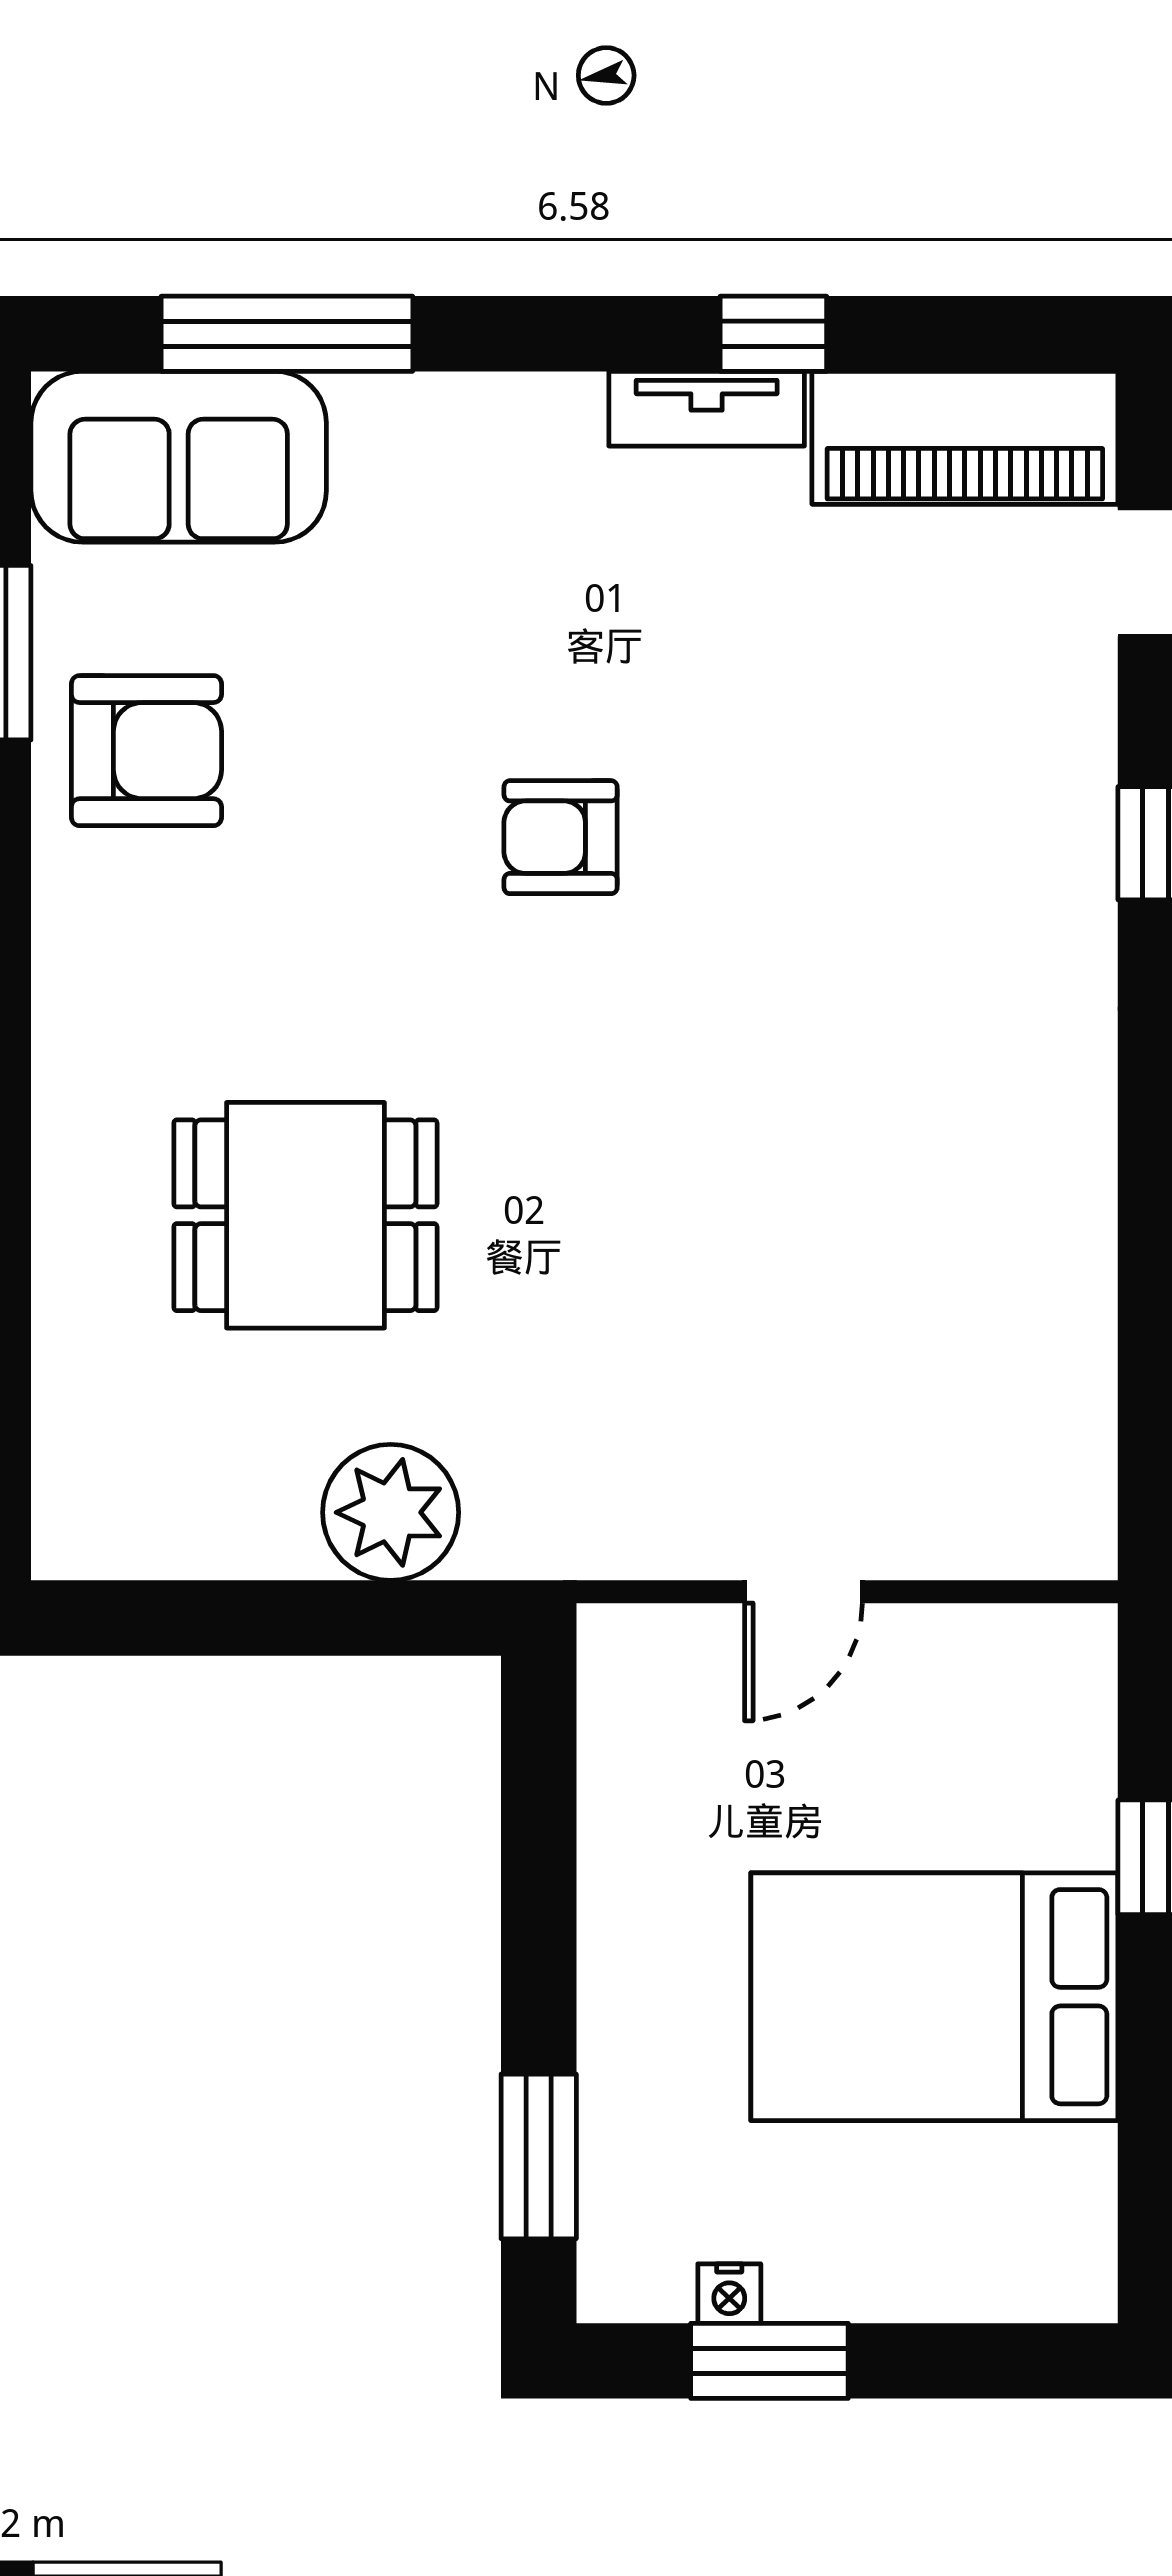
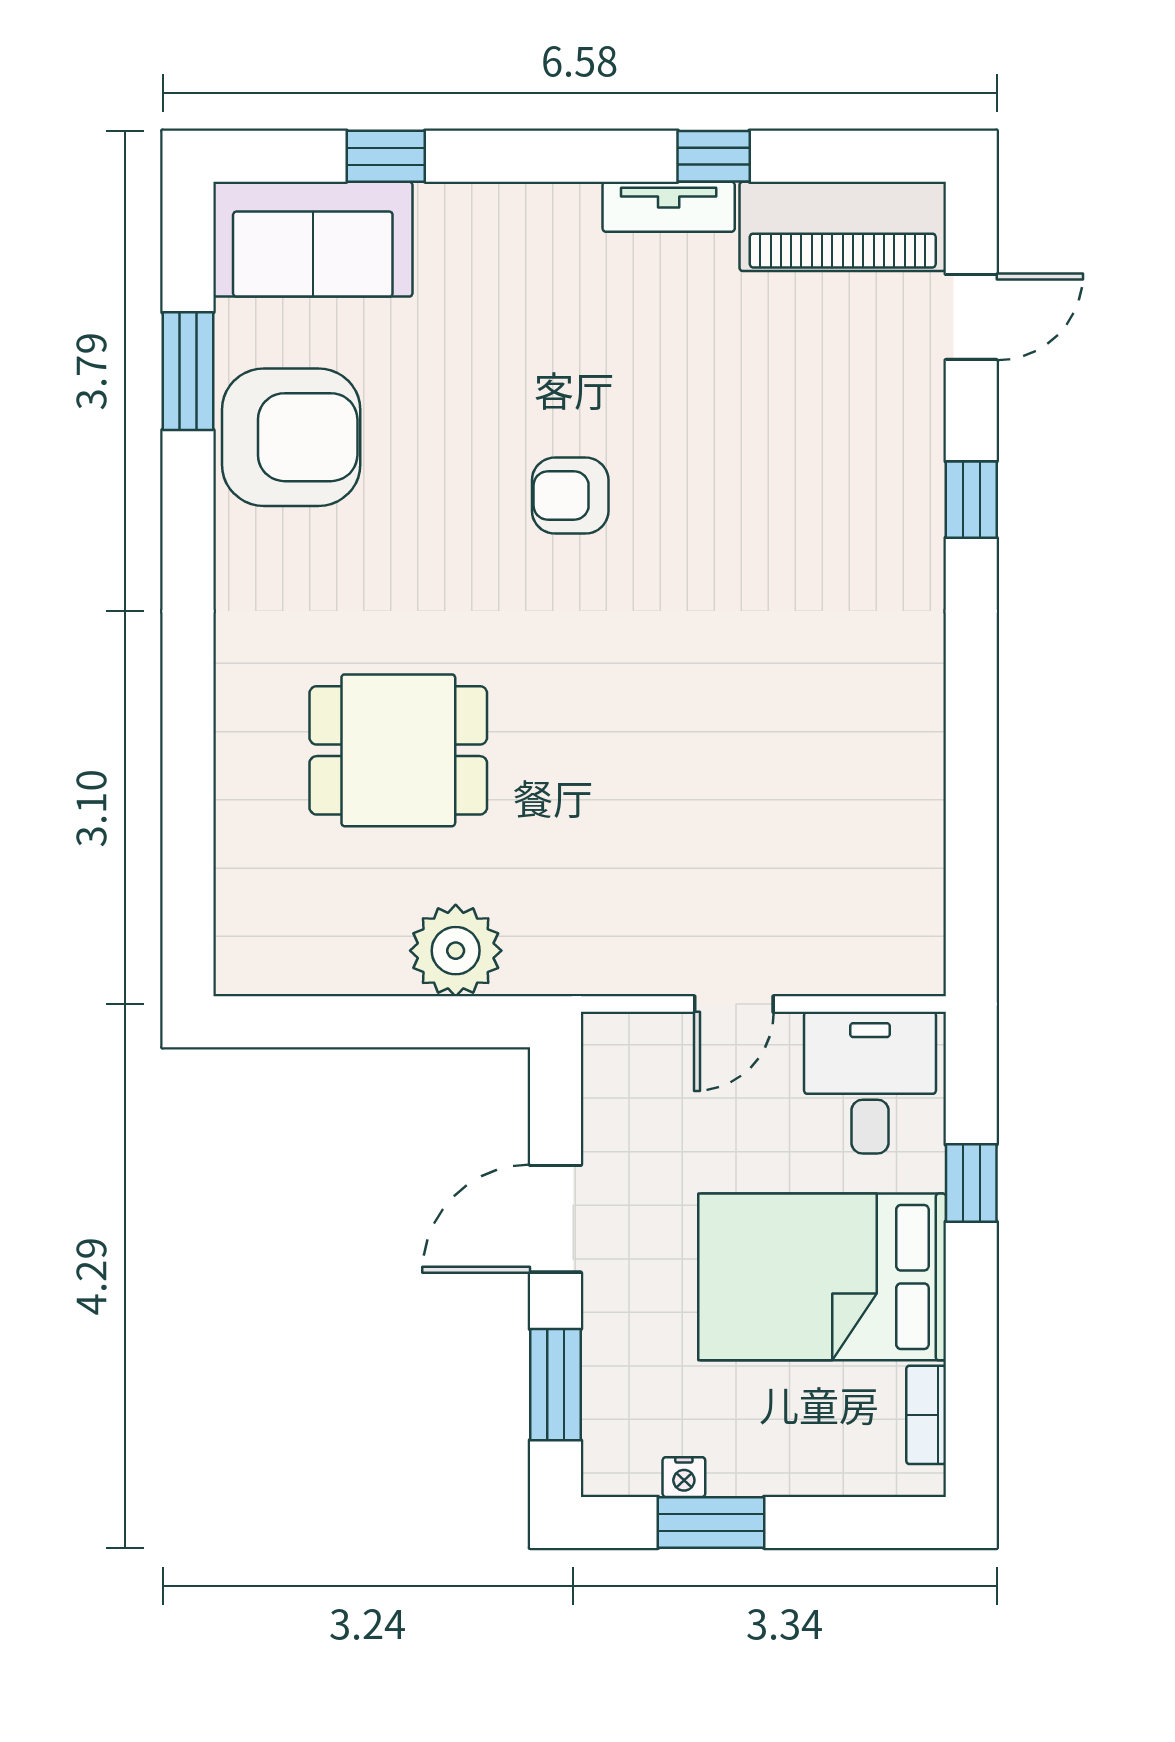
window: (287, 334) -> (386, 156), width x0.46
armchair: (146, 751) -> (291, 437), width x1.36, depth x1.36
desk: (1005, 1708) -> (870, 1083), added
door: (539, 1910) -> (555, 1219), added
bookcase: (1089, 2201) -> (926, 1415), added

